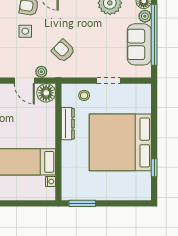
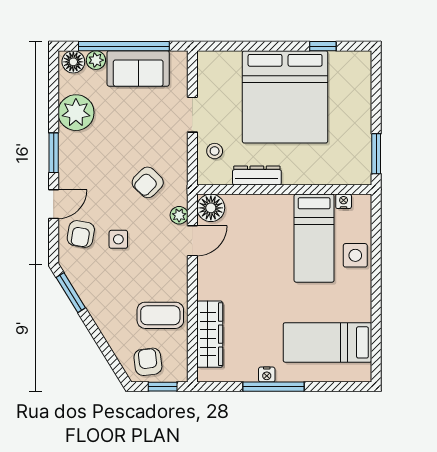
side table: (14, 189) -> (355, 255), added

